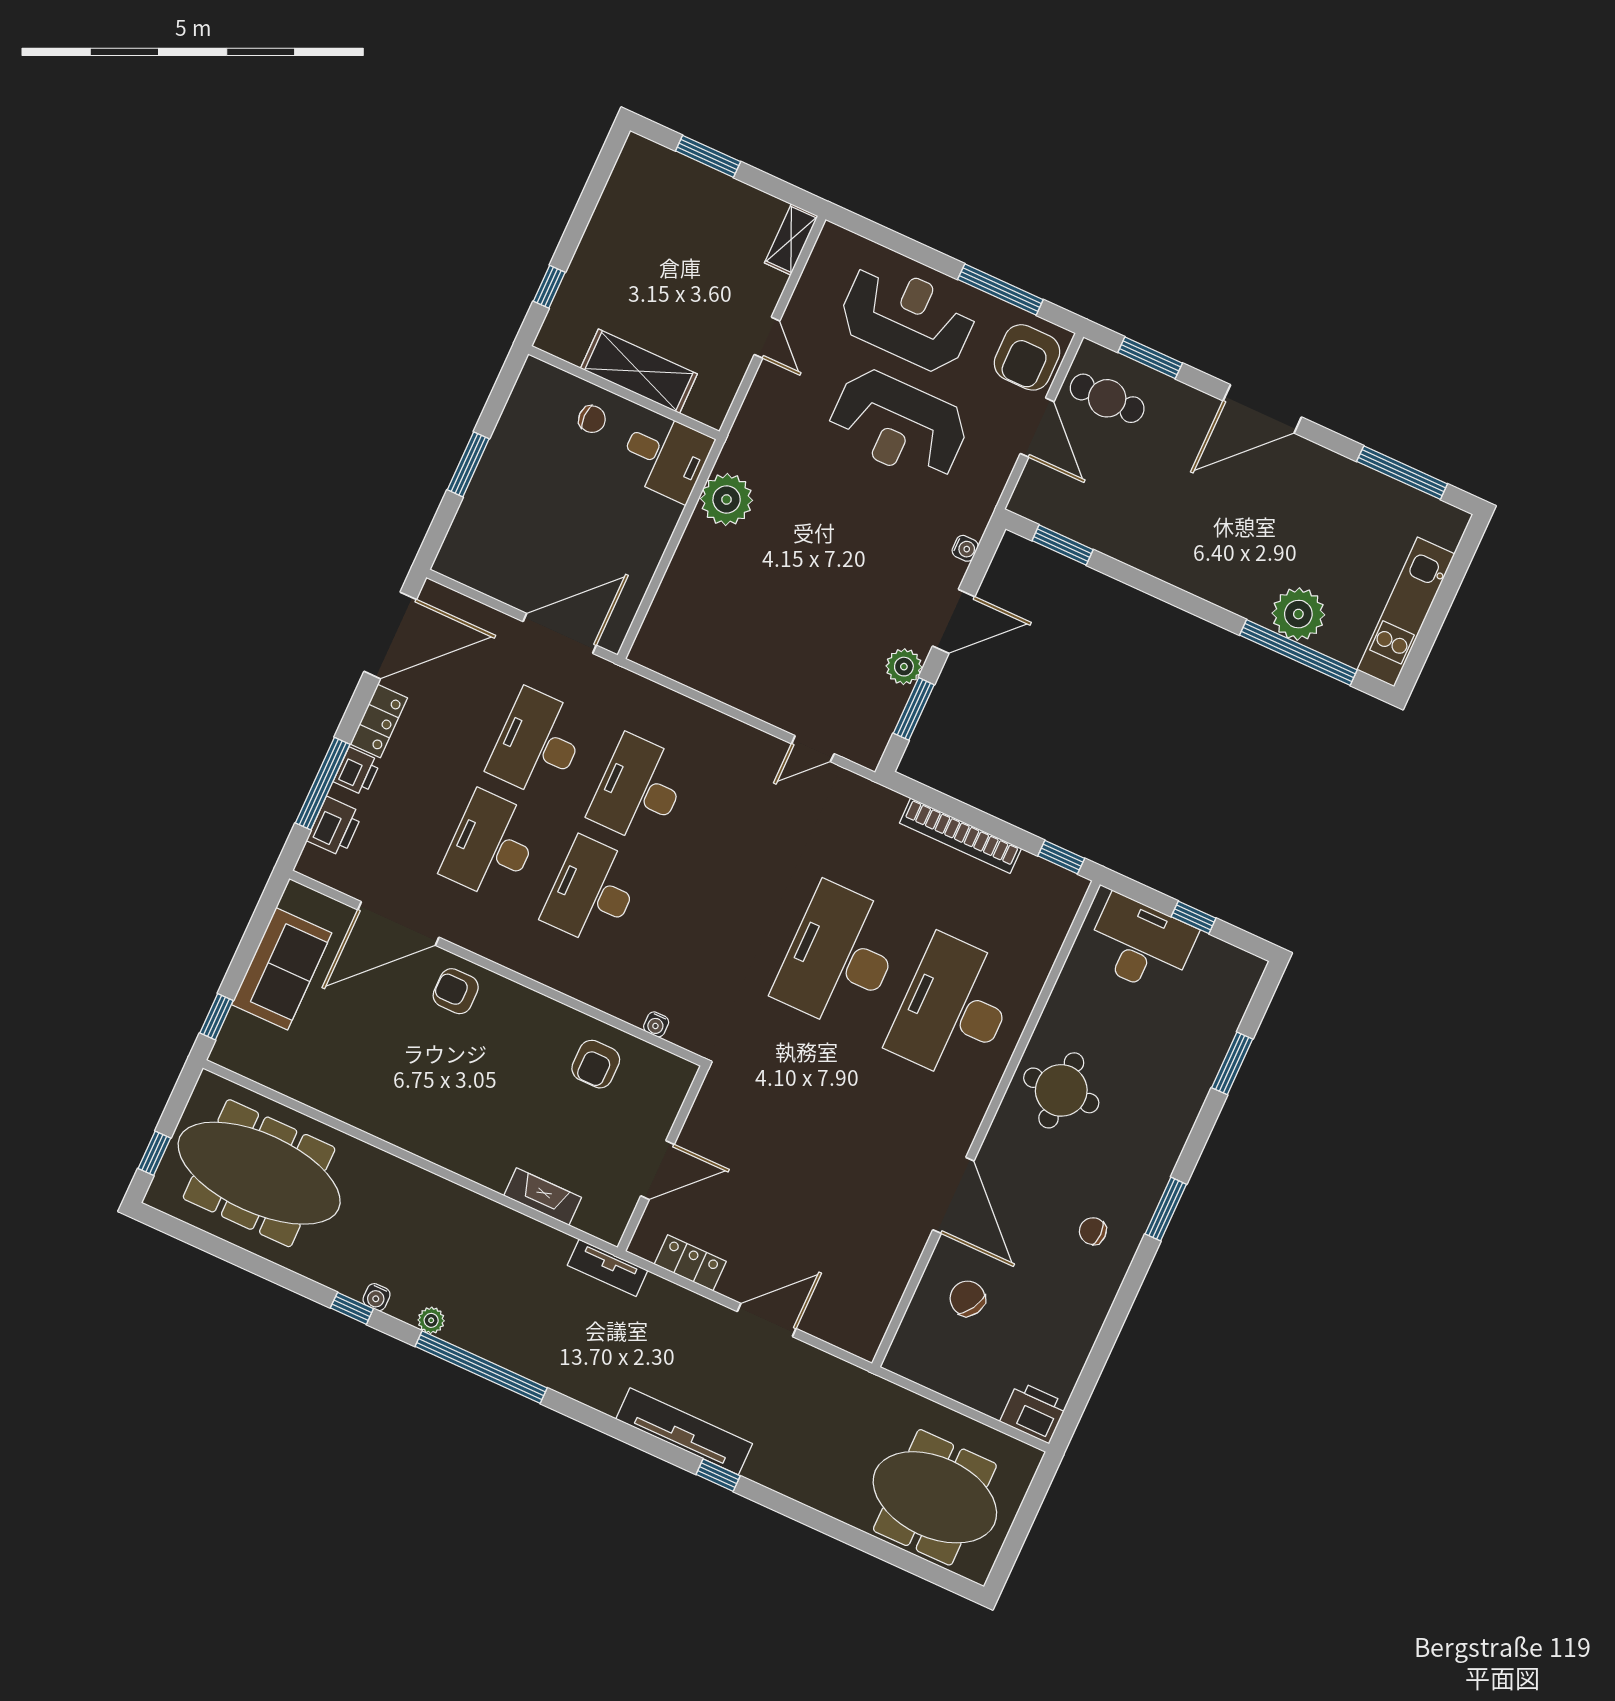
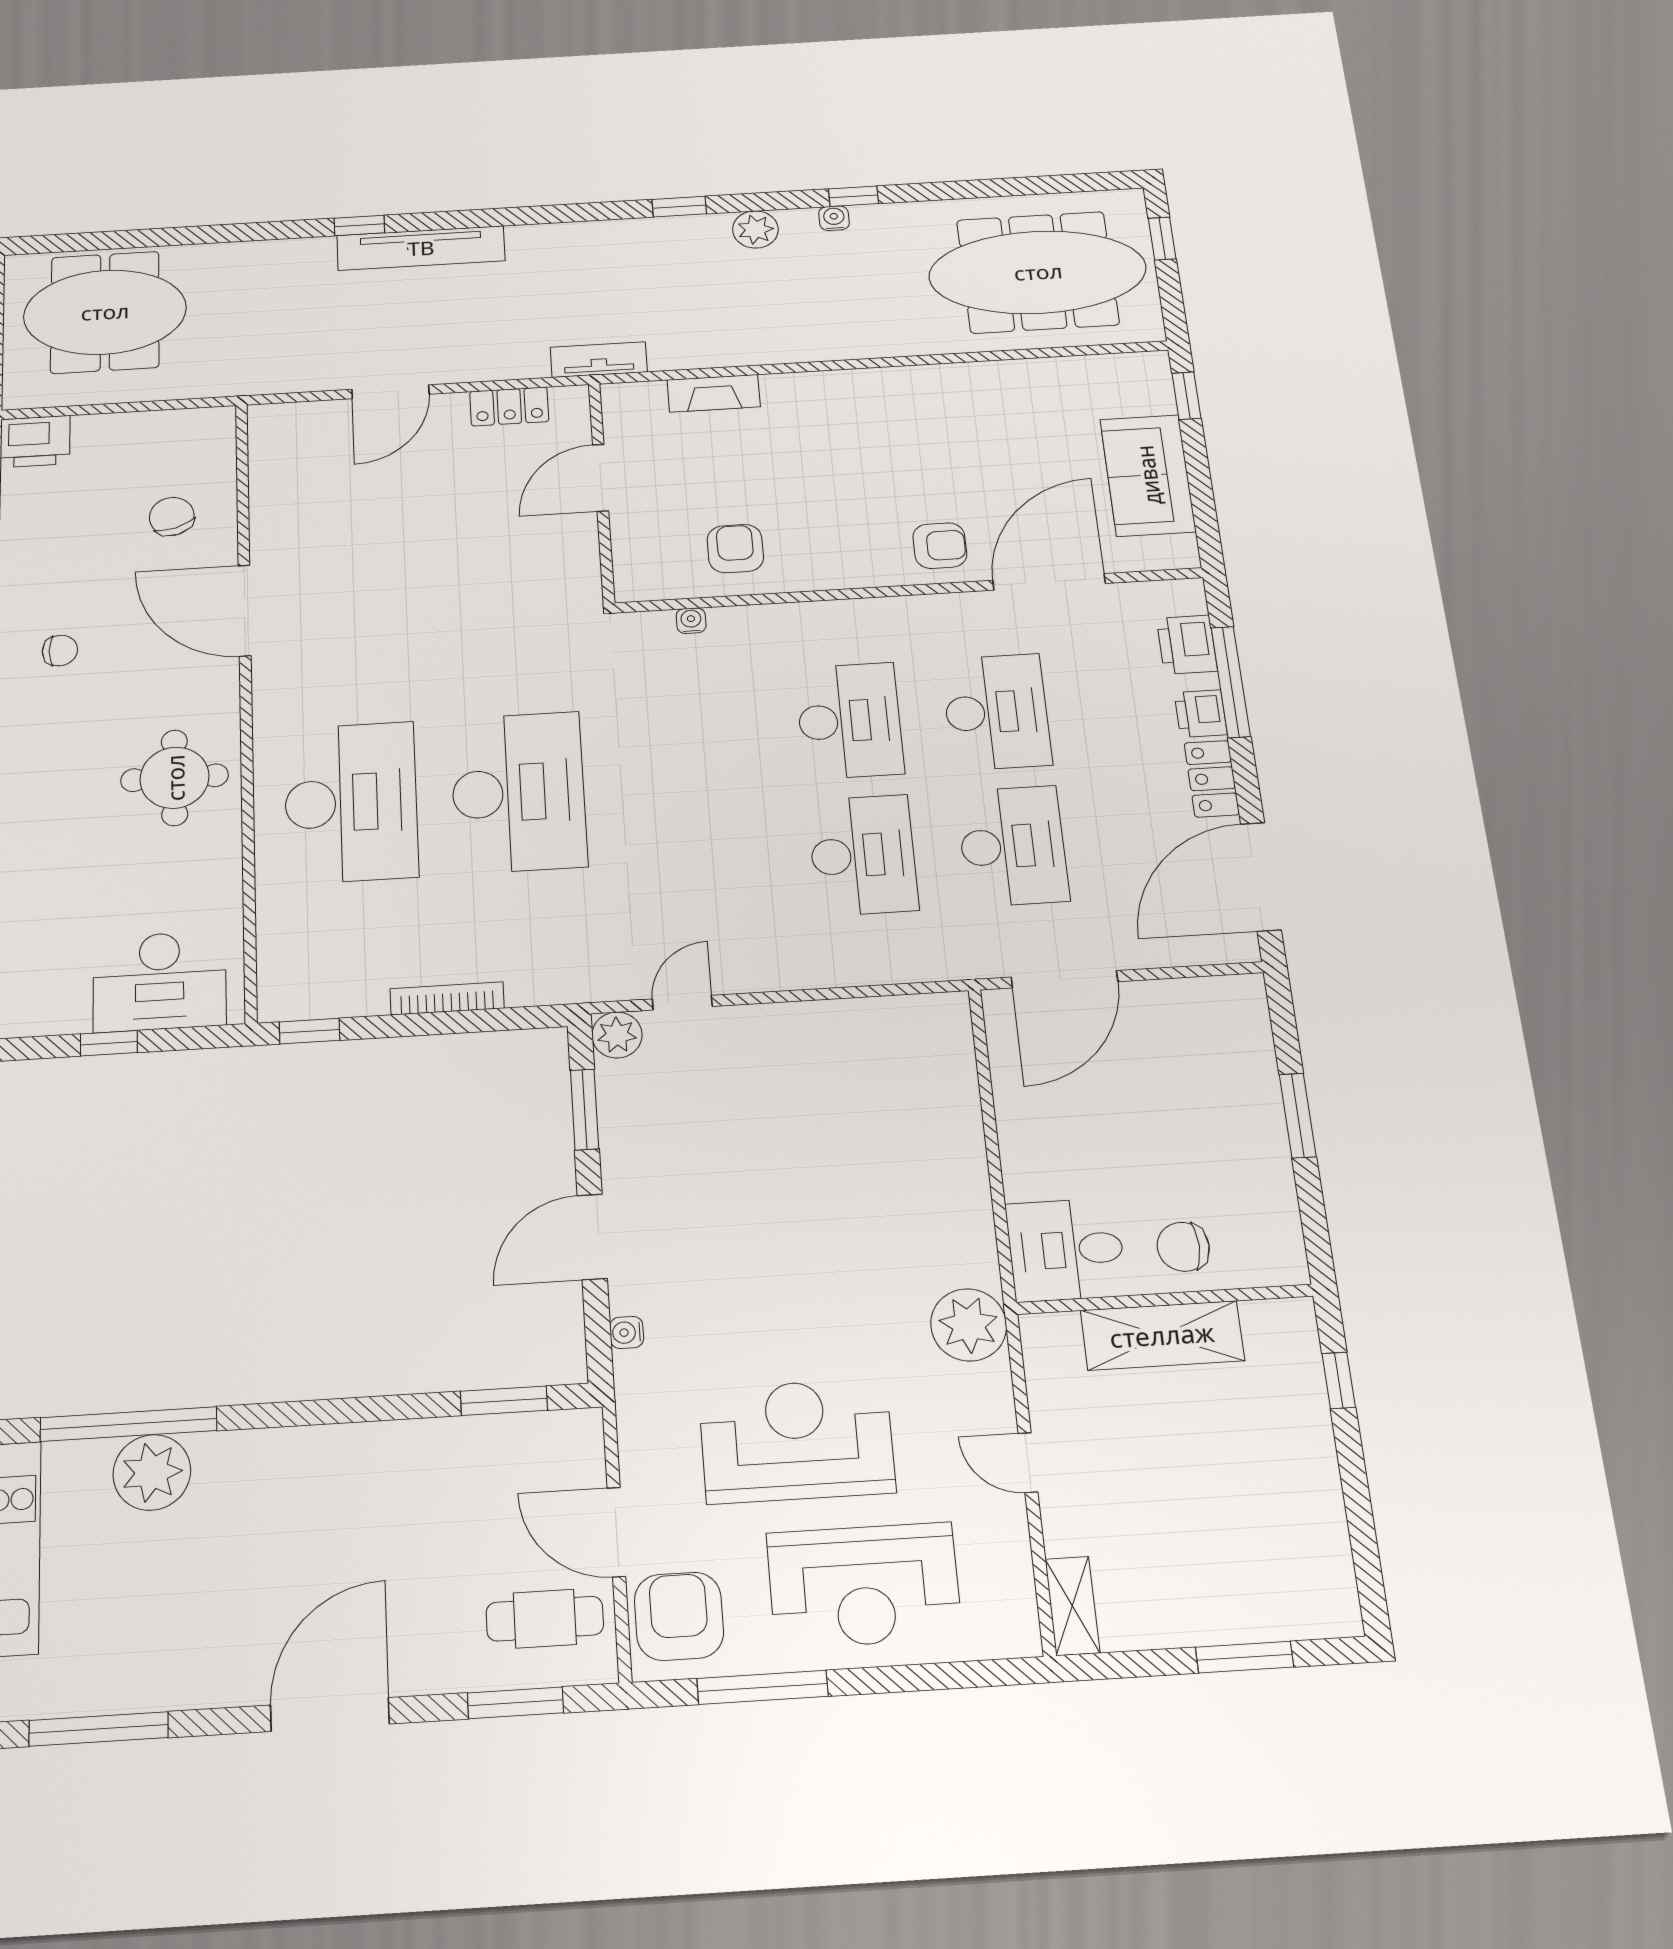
chair: (592, 419) -> (1183, 1247), width x1.37, depth x1.37
plant: (727, 499) -> (969, 1325), moved
plant: (904, 667) -> (617, 1035), moved
bookcase: (960, 836) -> (447, 998), width x0.68, depth x0.76
chair: (968, 1298) -> (172, 516), turned -137
plant: (431, 1320) -> (755, 229), width x1.38, depth x1.38
window: (481, 1367) -> (679, 207), width x0.32

